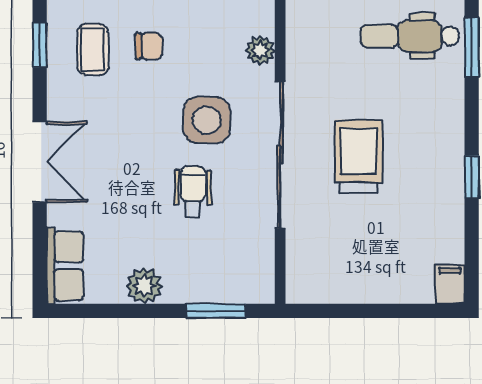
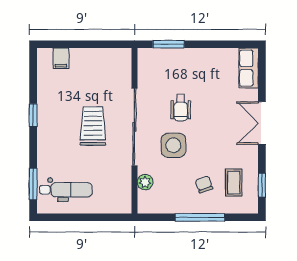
chair: (149, 46) -> (204, 184), turned 71
trolley: (359, 156) -> (93, 126), turned 180
filing cabinet: (450, 284) -> (61, 58), moved
plant: (144, 286) -> (206, 58), removed

